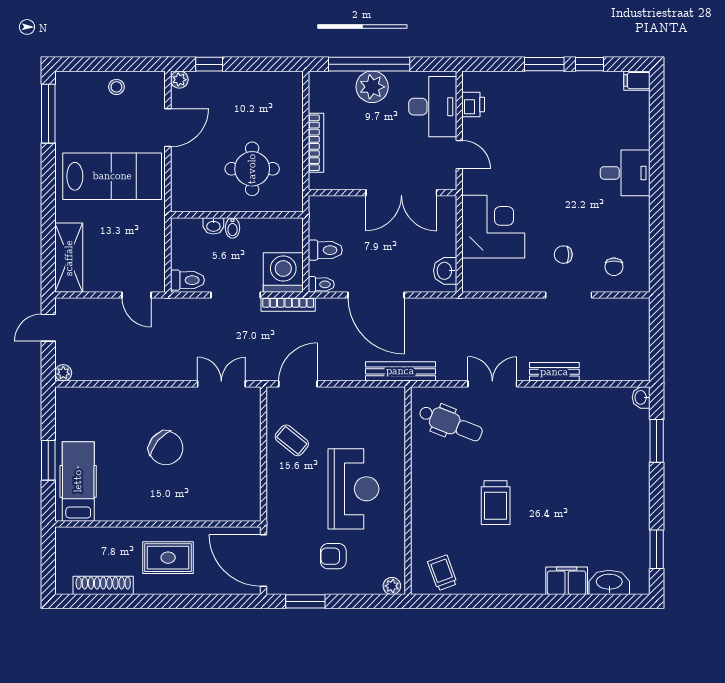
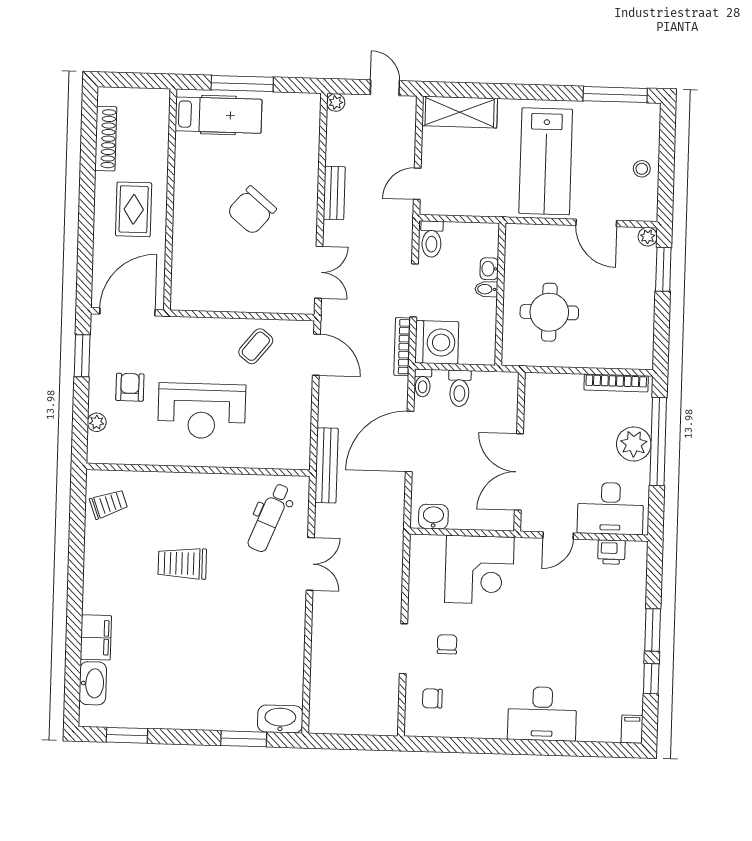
window: (209, 64) -> (663, 269), width x1.50
bookcase: (316, 143) -> (616, 383), moved
desk: (625, 173) -> (542, 714), width x1.37
bench: (554, 372) -> (334, 193), moved
washbasin: (641, 397) -> (280, 719), width x1.91, depth x1.45
window: (48, 460) -> (242, 83), width x1.44
plant: (392, 586) -> (97, 422), moved

